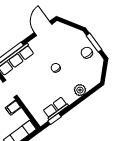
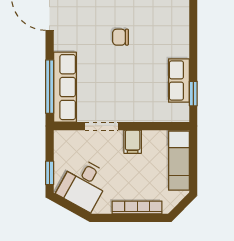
plant: (80, 90) -> (179, 26), removed

